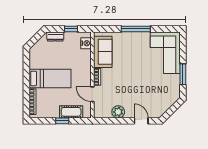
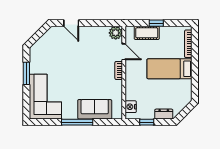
sofa: (103, 52) -> (95, 109), moved, turned 90
plant: (118, 112) -> (116, 33), moved

